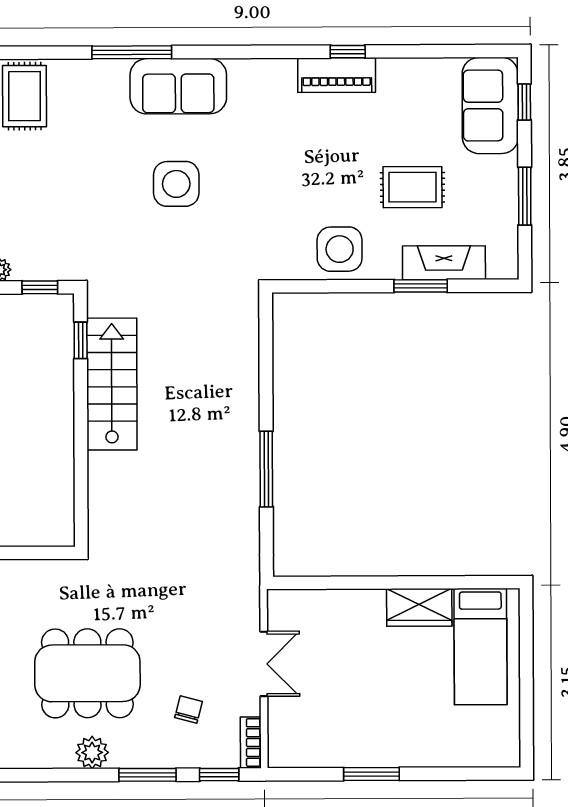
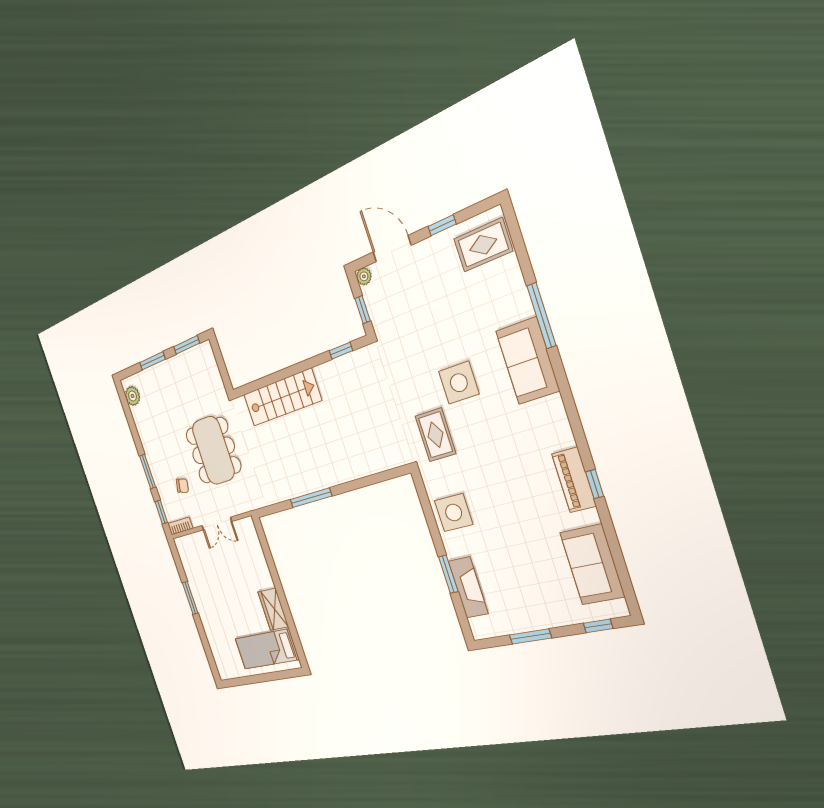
sofa: (490, 105) -> (592, 565), moved, turned -90
rug: (412, 187) -> (436, 435), moved
stairs: (112, 384) -> (282, 397), moved
dining table: (87, 673) -> (213, 450), moved
plant: (92, 753) -> (132, 396), moved

